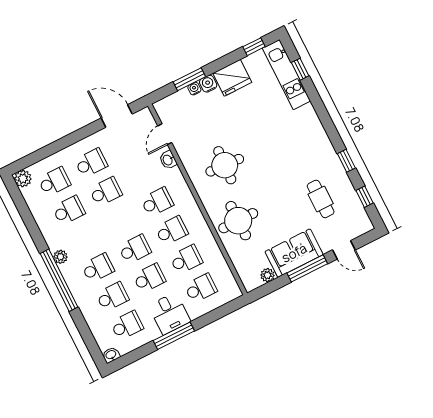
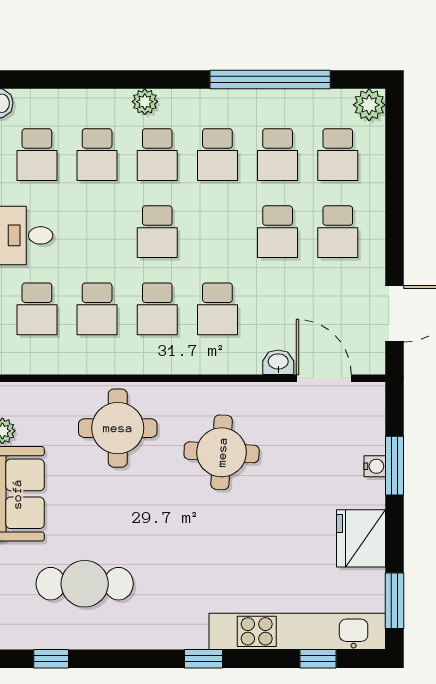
window: (254, 47) -> (394, 601), width x1.50
kitchen unit: (286, 75) -> (297, 631), width x1.36
water cooler: (208, 84) -> (371, 493), removed
door: (165, 134) -> (324, 378), width x1.38
window: (346, 161) -> (204, 659), moved
cafe table: (321, 199) -> (85, 584), width x1.37, depth x1.35
plant: (60, 257) -> (145, 102), moved
school desk: (149, 278) -> (217, 155), moved
window: (59, 280) -> (270, 80), moved

